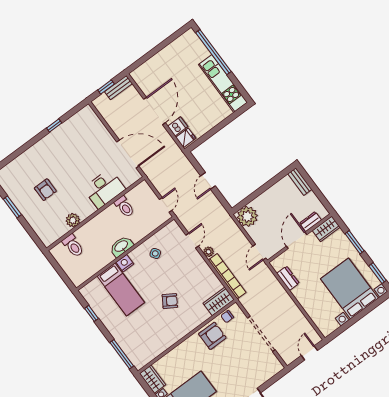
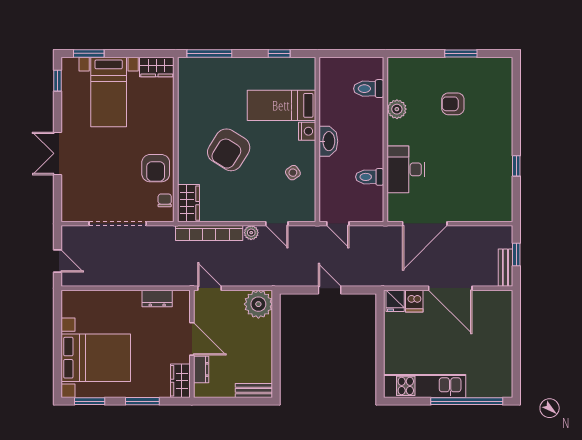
armchair: (170, 301) -> (229, 150), width x1.88, depth x1.88

